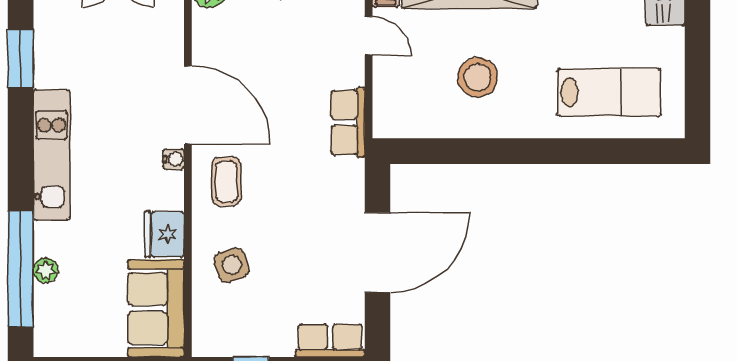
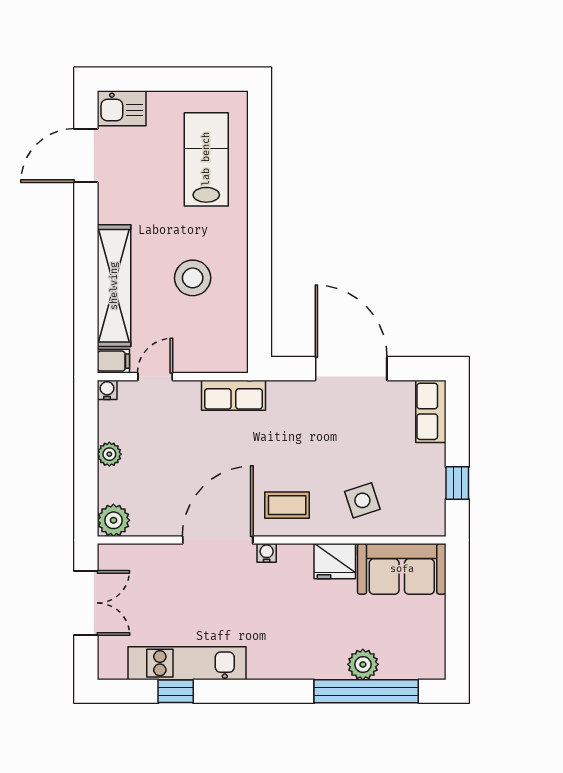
window: (21, 58) -> (176, 691), width x0.67
kitchen unit: (52, 155) -> (187, 663), moved
plant: (46, 270) -> (363, 664), width x1.38, depth x1.38

